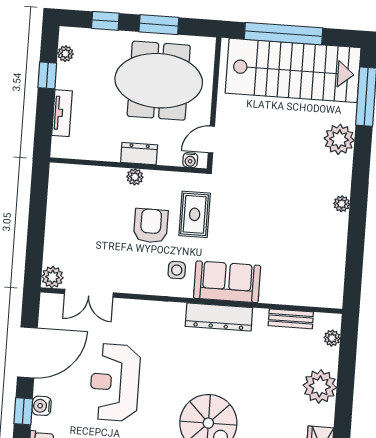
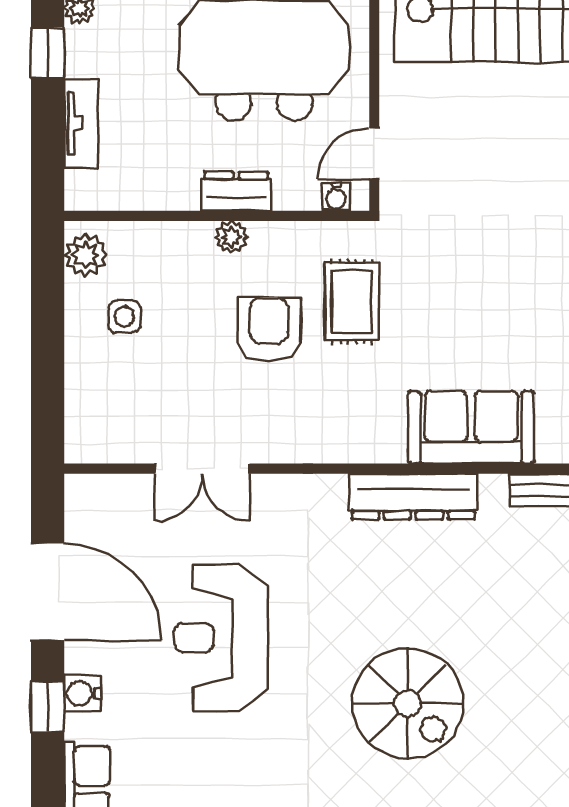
side table: (177, 270) -> (124, 317), moved
plant: (52, 277) -> (86, 255), moved
sofa: (227, 282) -> (471, 427), moved
double door: (89, 293) -> (202, 469), moved
door: (27, 352) -> (48, 592), hinge flipped

